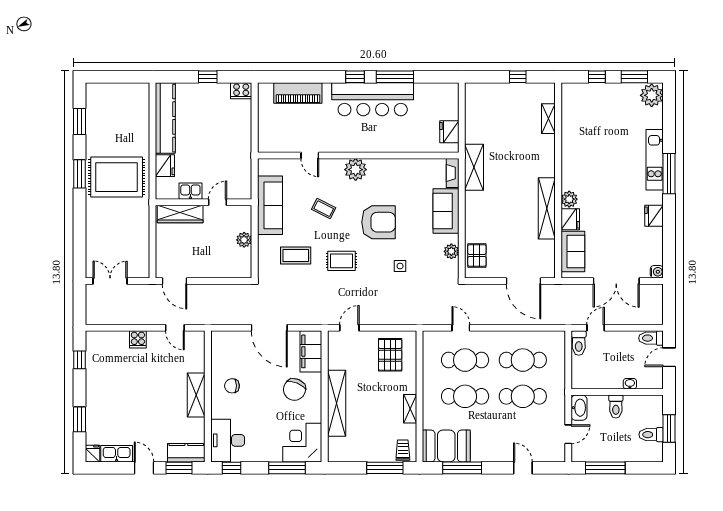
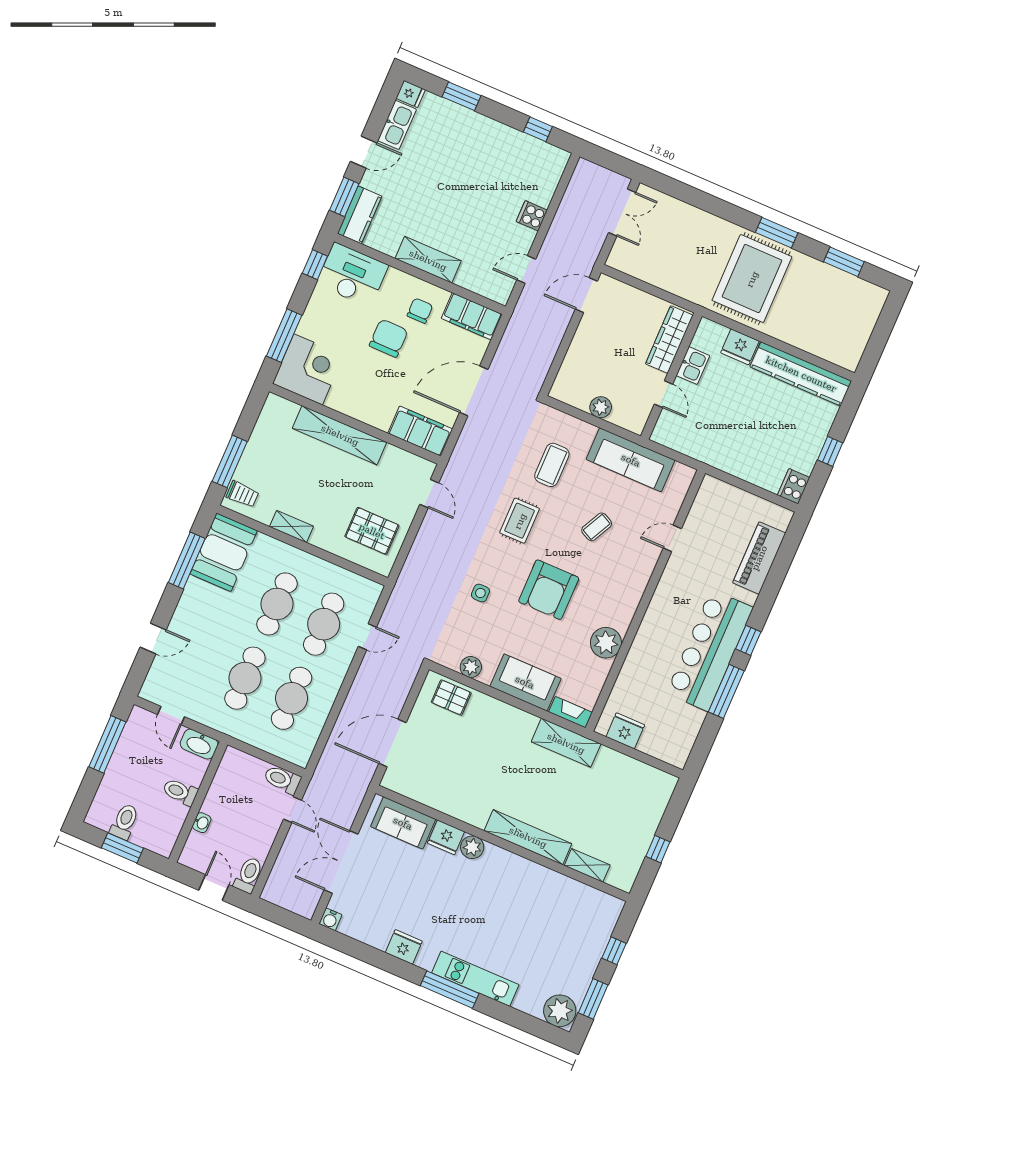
plant: (356, 170) -> (606, 643), moved
shelving: (547, 208) -> (528, 837), moved
filing cabinet: (221, 350) -> (472, 316), added
chair: (294, 389) -> (389, 338), moved, turned 68

